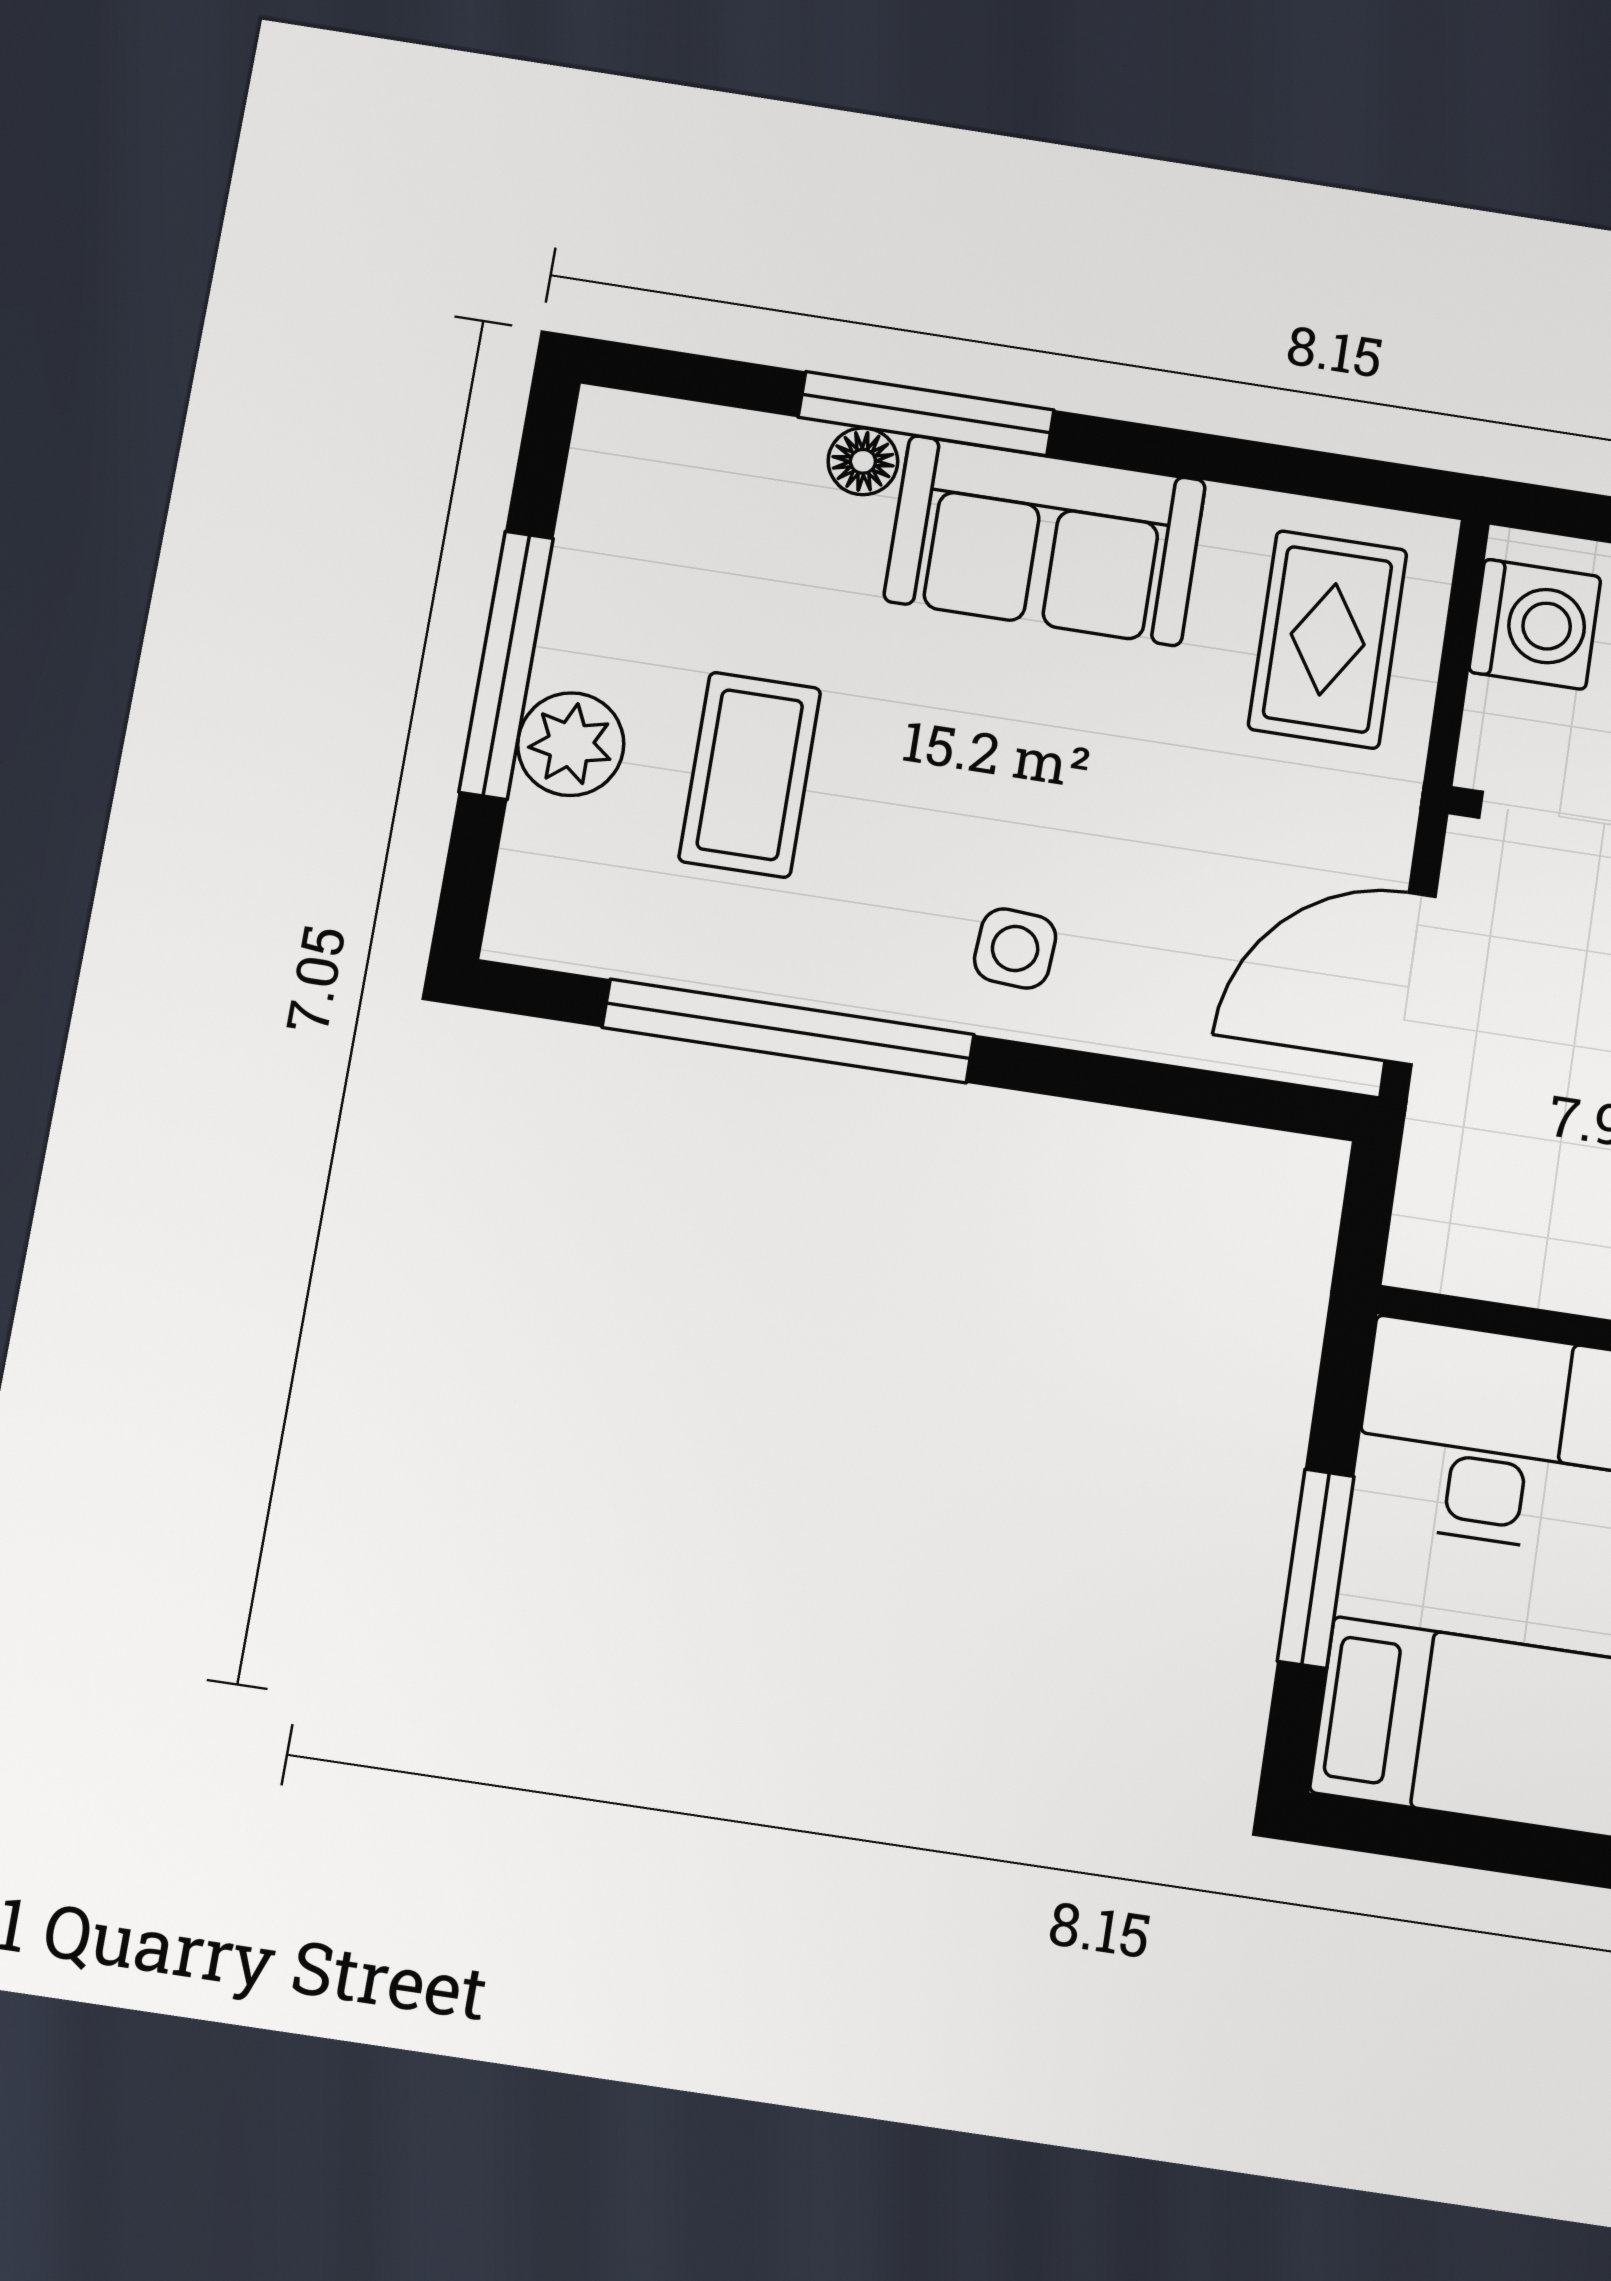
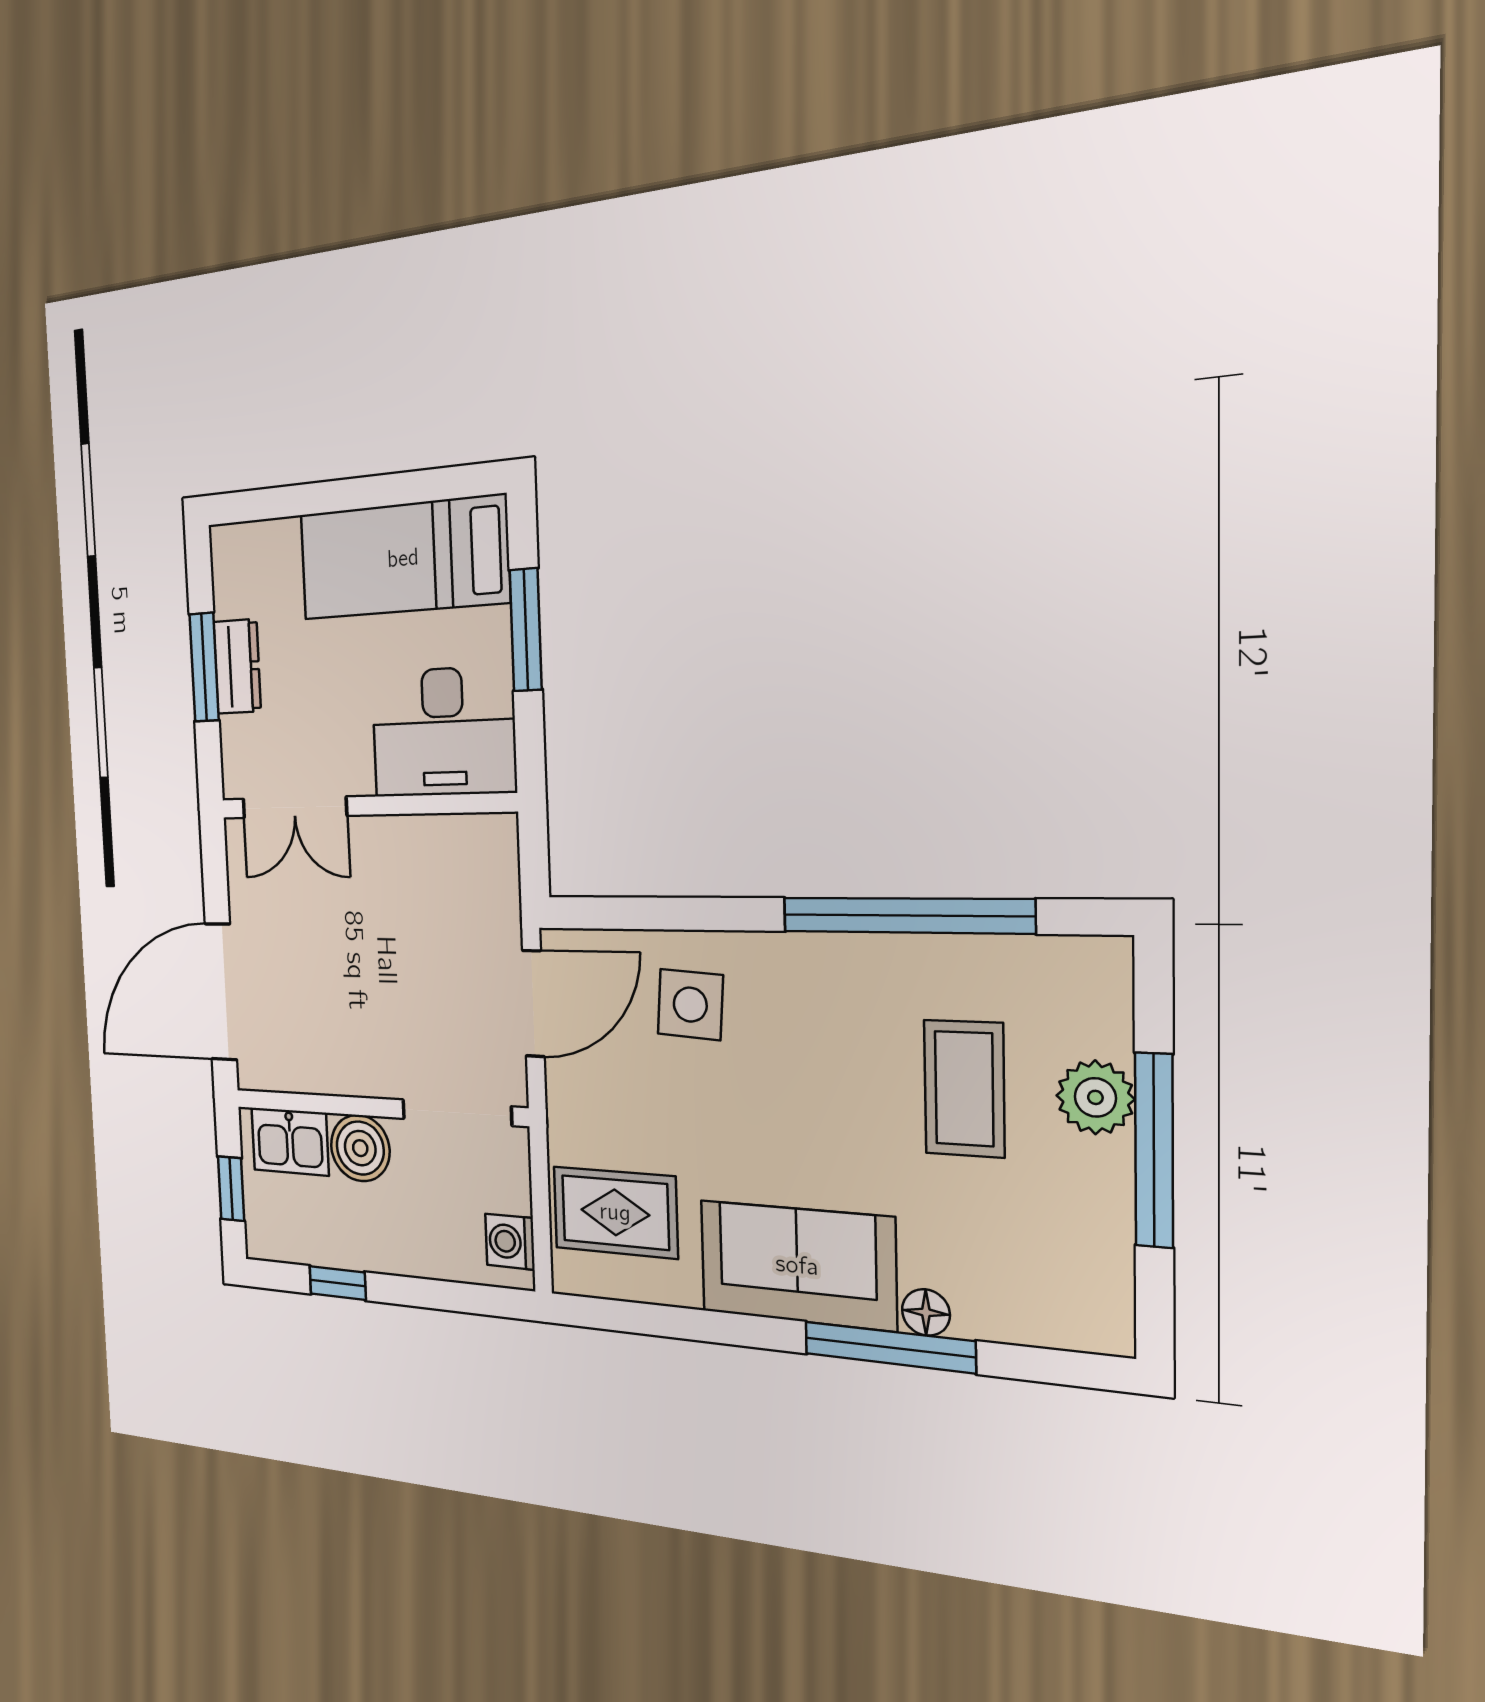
washing machine: (1535, 624) -> (510, 1242), width x0.73, depth x0.73
rug: (1328, 639) -> (615, 1212), turned 90
side table: (1015, 948) -> (690, 1005), moved, width x1.37, depth x1.37

